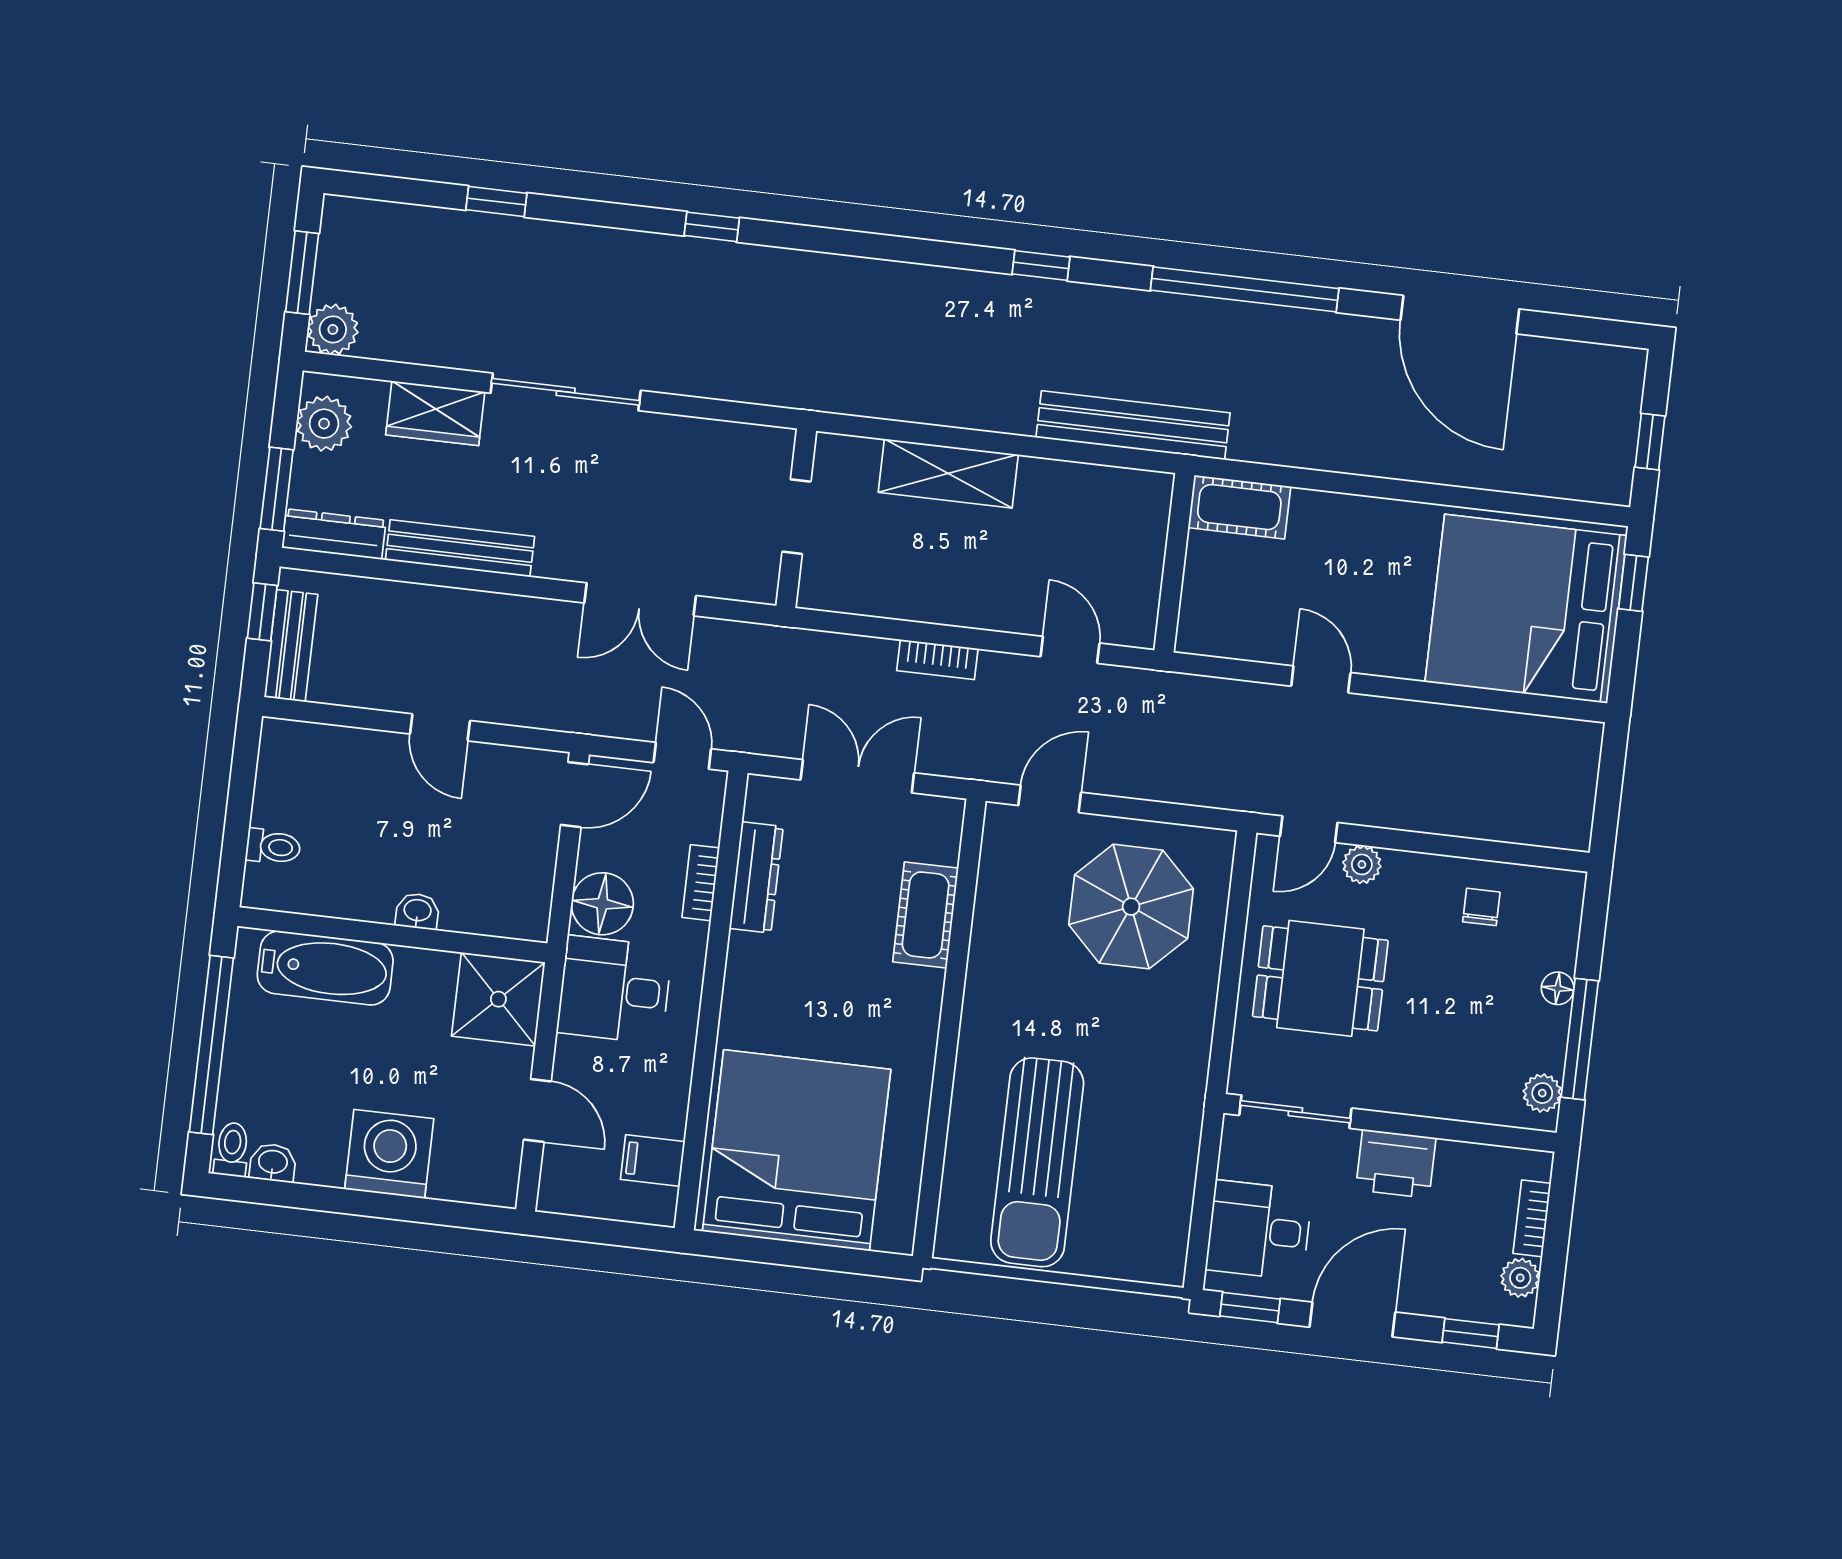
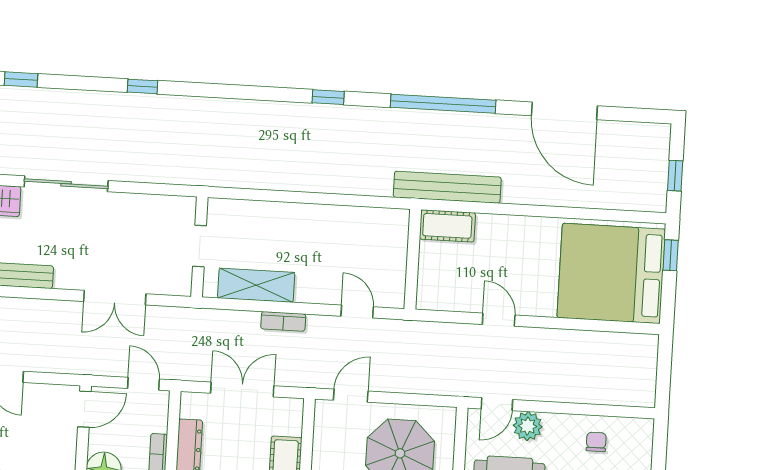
bench: (1133, 425) -> (447, 187), moved
shelving: (948, 473) -> (256, 285), moved
plant: (1362, 864) -> (528, 426), width x1.38, depth x1.38

